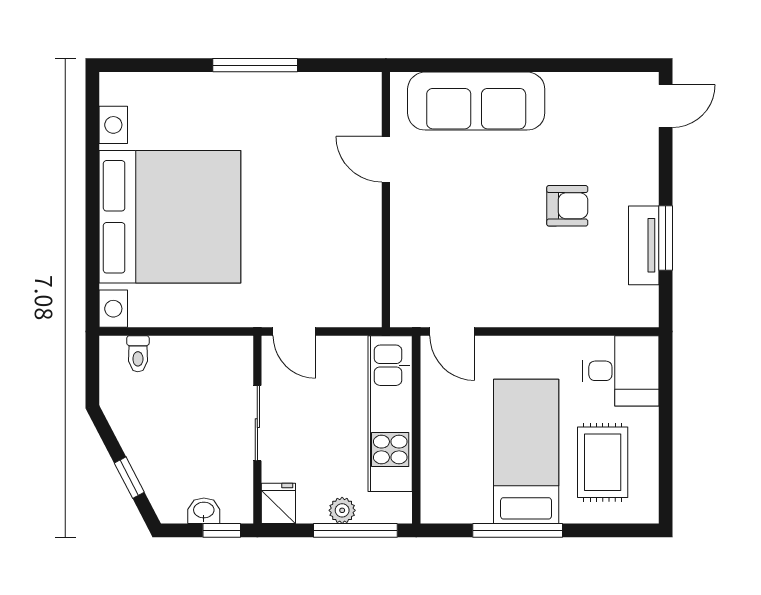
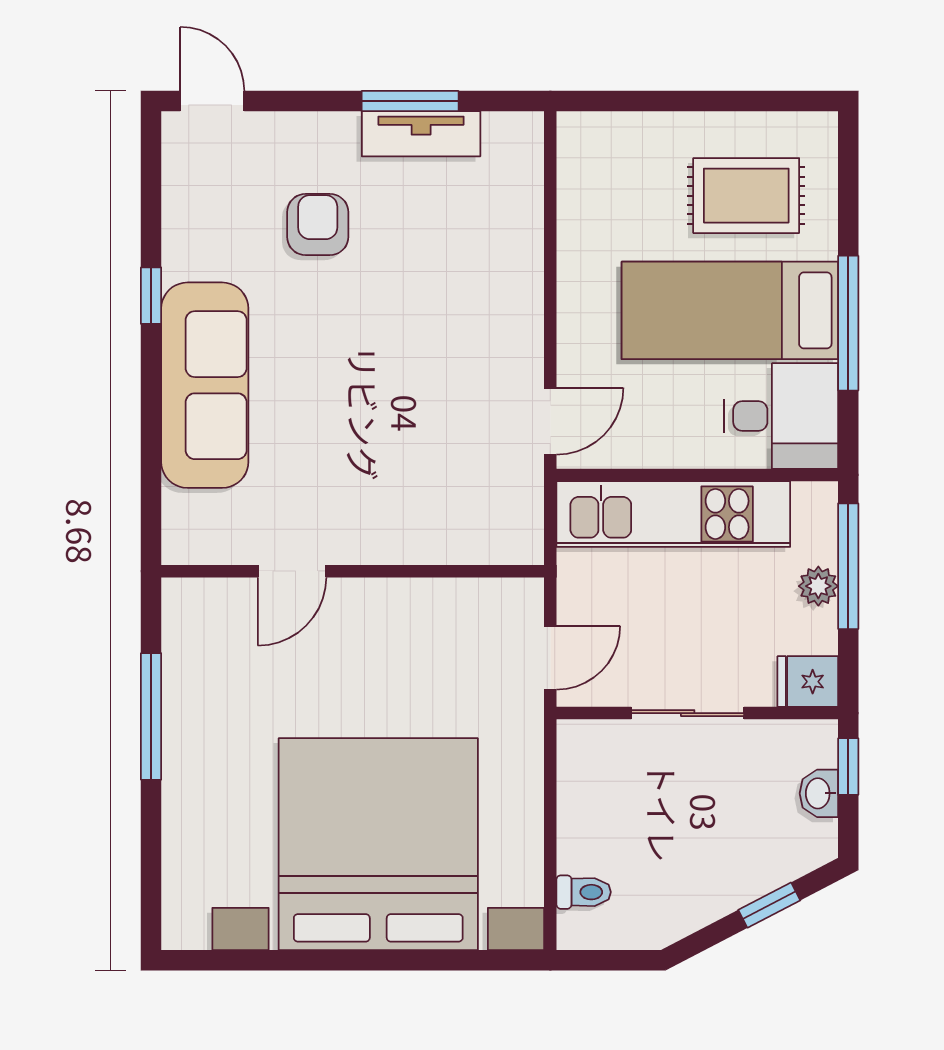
window: (536, 65) -> (151, 296), added
door: (386, 159) -> (292, 571), moved
wall: (386, 200) -> (353, 571), moved
armchair: (567, 206) -> (318, 224), moved
desk: (621, 371) -> (781, 416), moved, turned 90

